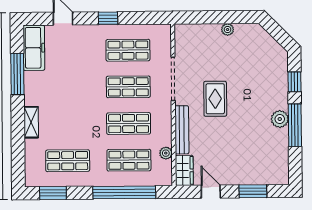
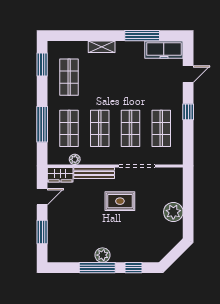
plant: (228, 30) -> (173, 212), width x1.88, depth x1.88
window: (124, 192) -> (42, 124), width x0.68

